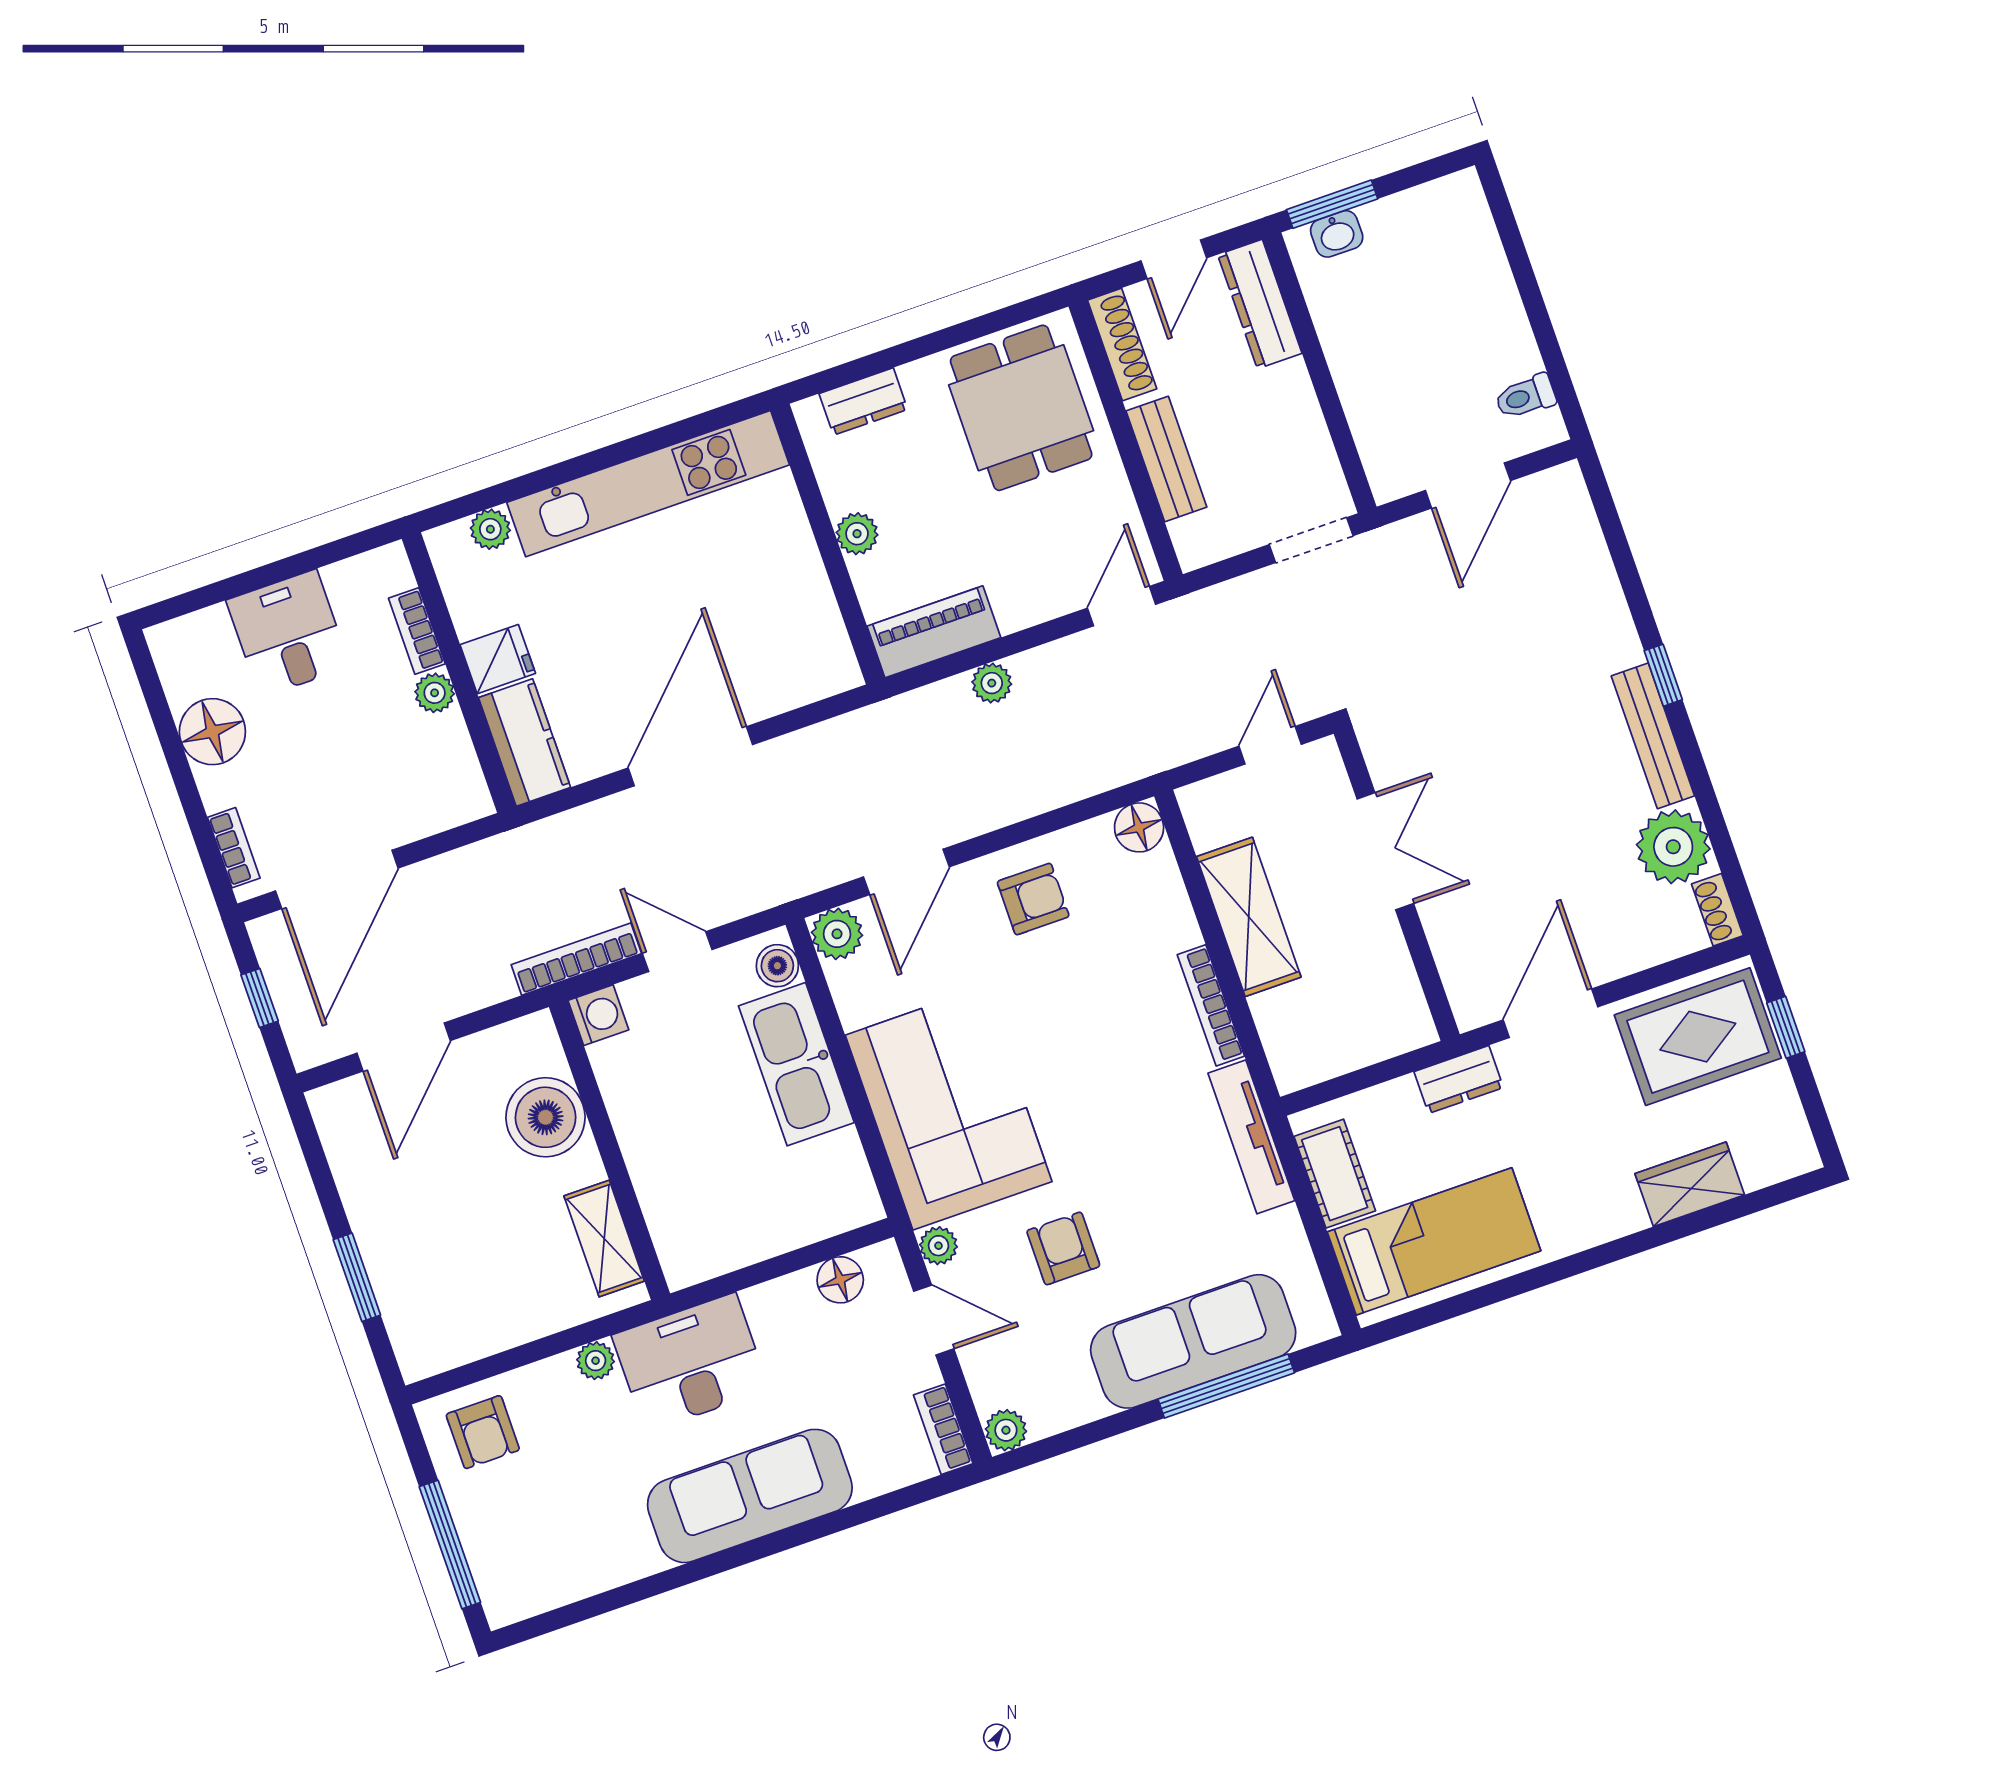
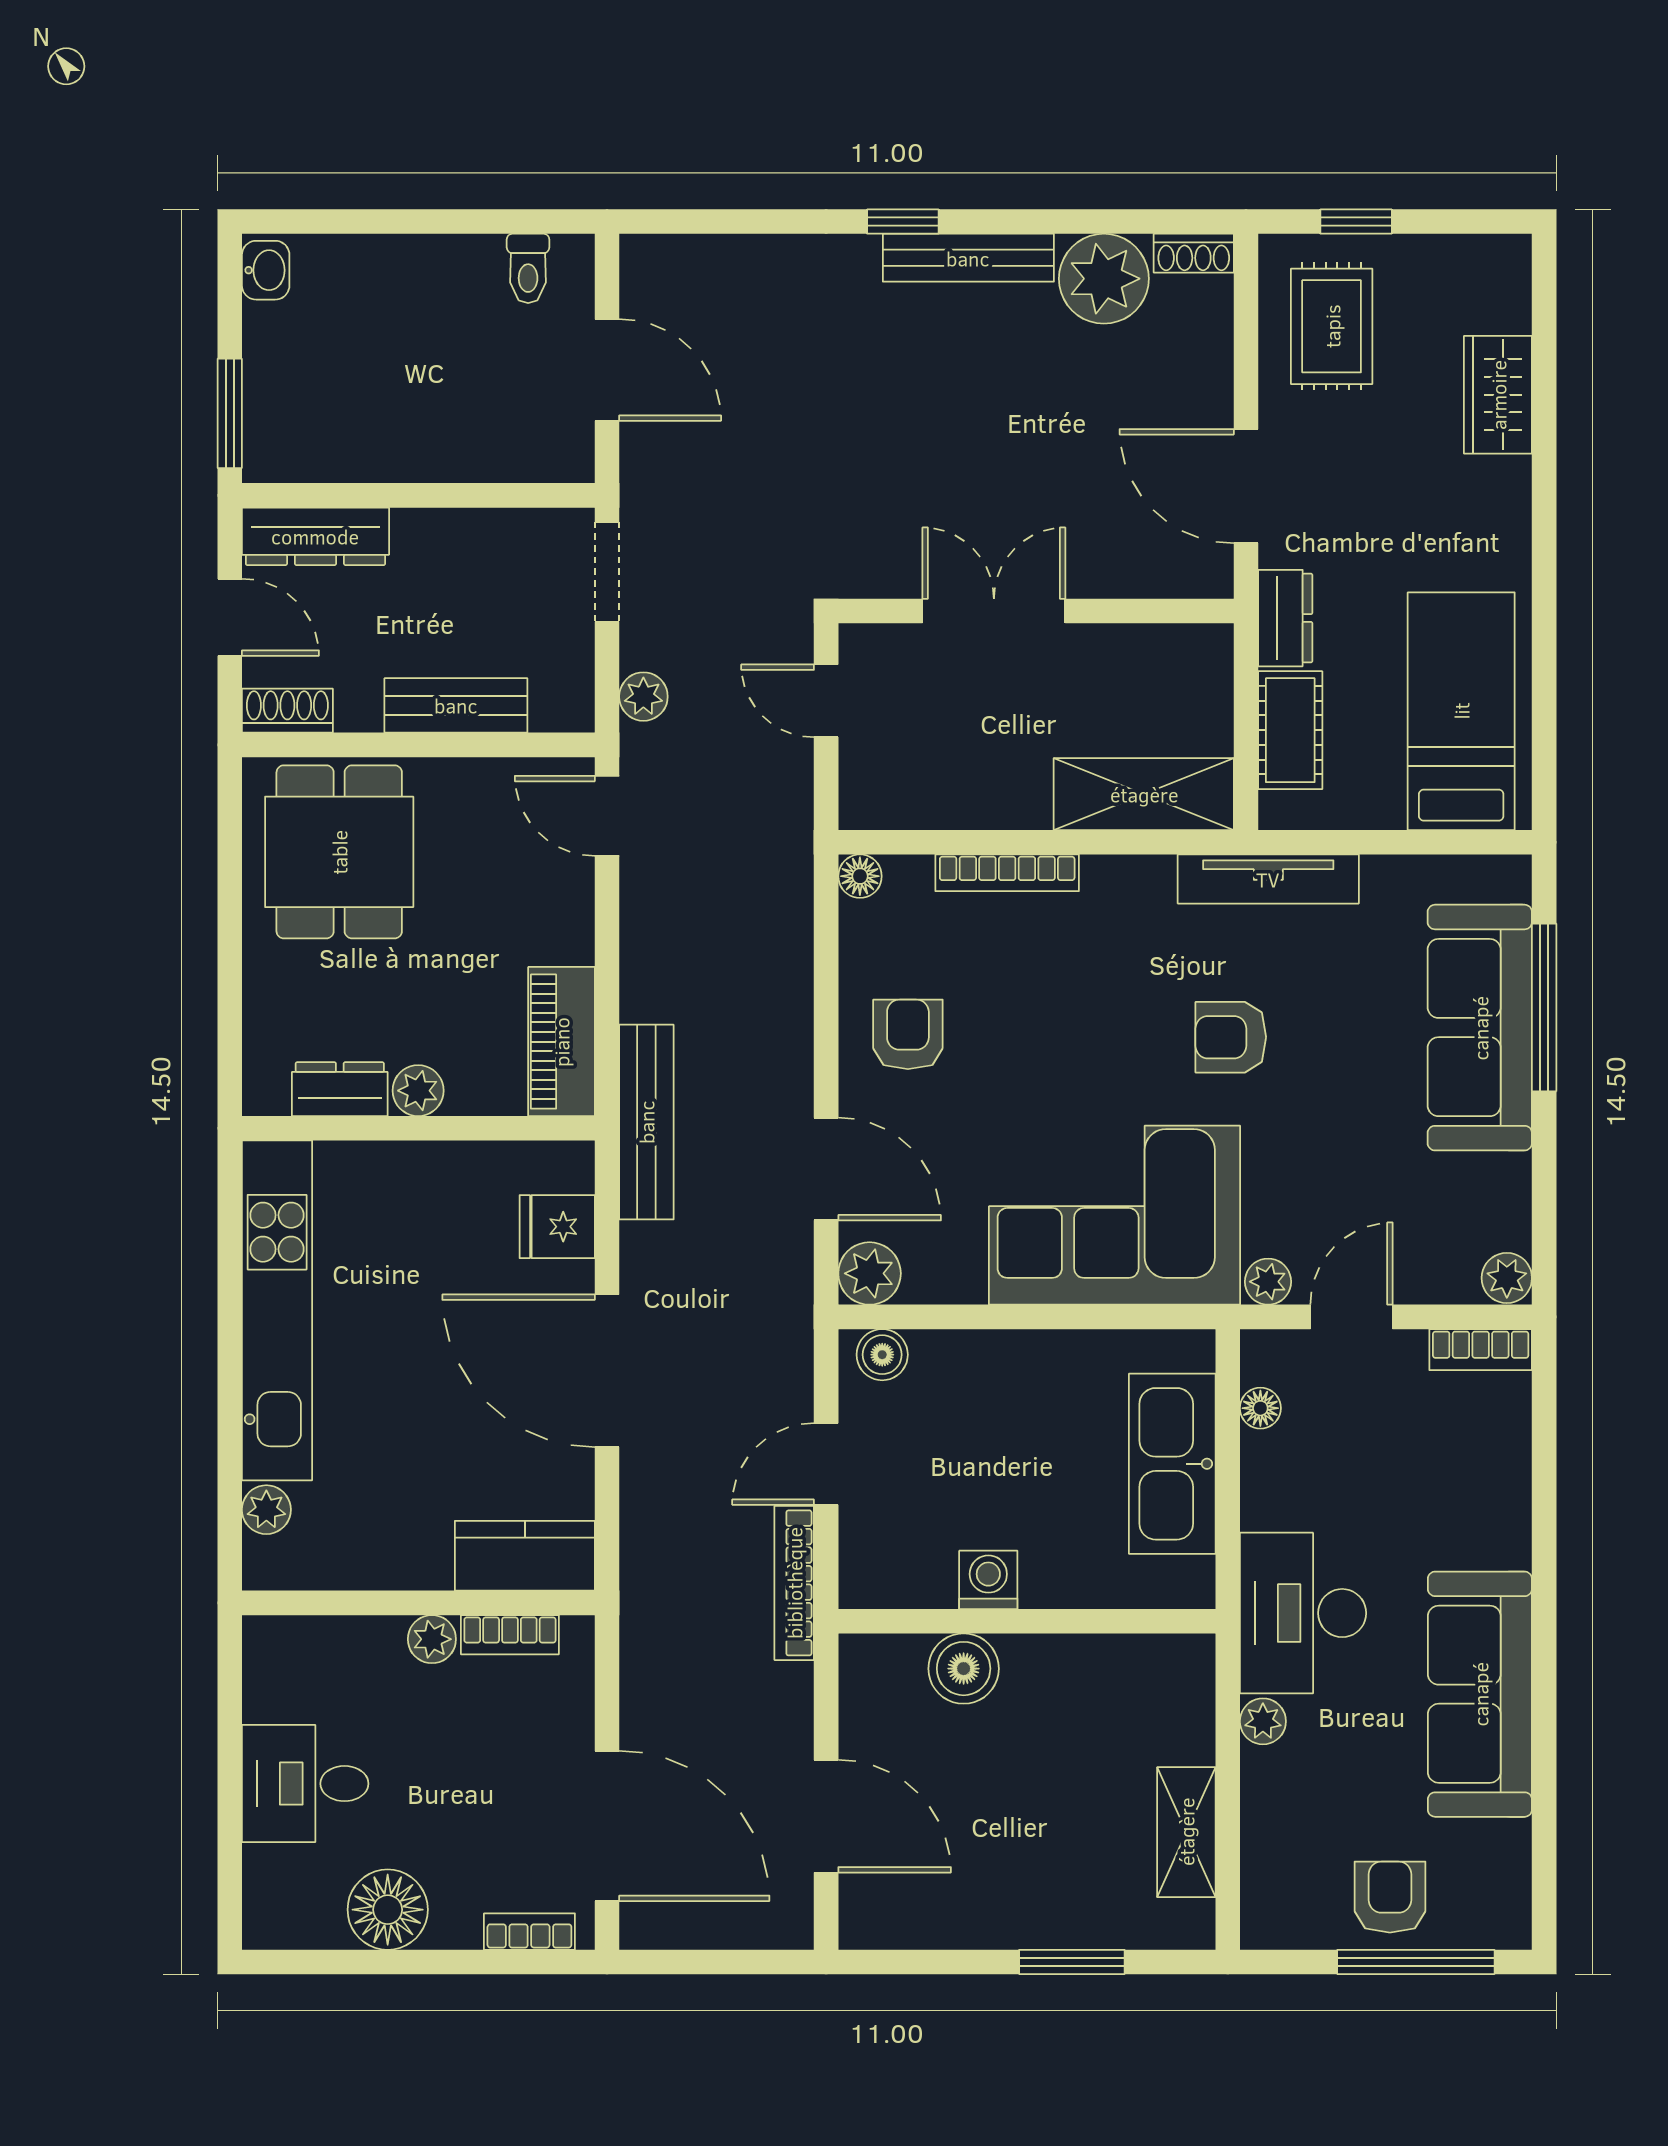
washbasin: (1337, 234) -> (266, 270), moved
shoe rack: (1122, 344) -> (287, 711), width x0.70
dresser: (863, 401) -> (340, 1089), moved, turned -90
dining table: (1021, 408) -> (339, 852), turned 90
bookcase: (417, 631) -> (510, 1635), moved
fridge: (498, 659) -> (557, 1227), moved, turned -90
plant: (992, 683) -> (643, 697), moved
bench: (894, 720) -> (646, 1122), added
floor lamp: (1139, 827) -> (860, 876), width x0.73, depth x0.73
shelving: (1249, 917) -> (1144, 794), moved
window: (260, 998) -> (712, 1962), removed
bookcase: (1211, 1005) -> (1007, 873), moved
washing machine: (598, 1015) -> (988, 1580), moved
rug: (1698, 1037) -> (1332, 326), width x0.73, depth x0.70
kitchen sink: (796, 1064) -> (1172, 1464), moved, turned 90
boiler: (546, 1117) -> (964, 1669), width x0.73, depth x0.73
cot: (1335, 1174) -> (1290, 730), moved, turned 90
shelving: (604, 1239) -> (1186, 1832), moved, turned 90
armchair: (1063, 1248) -> (1231, 1037), moved
floor lamp: (840, 1280) -> (1260, 1408), width x0.73, depth x0.73
armchair: (483, 1432) -> (1390, 1897), moved, turned -90
sofa: (750, 1496) -> (1480, 1694), moved

